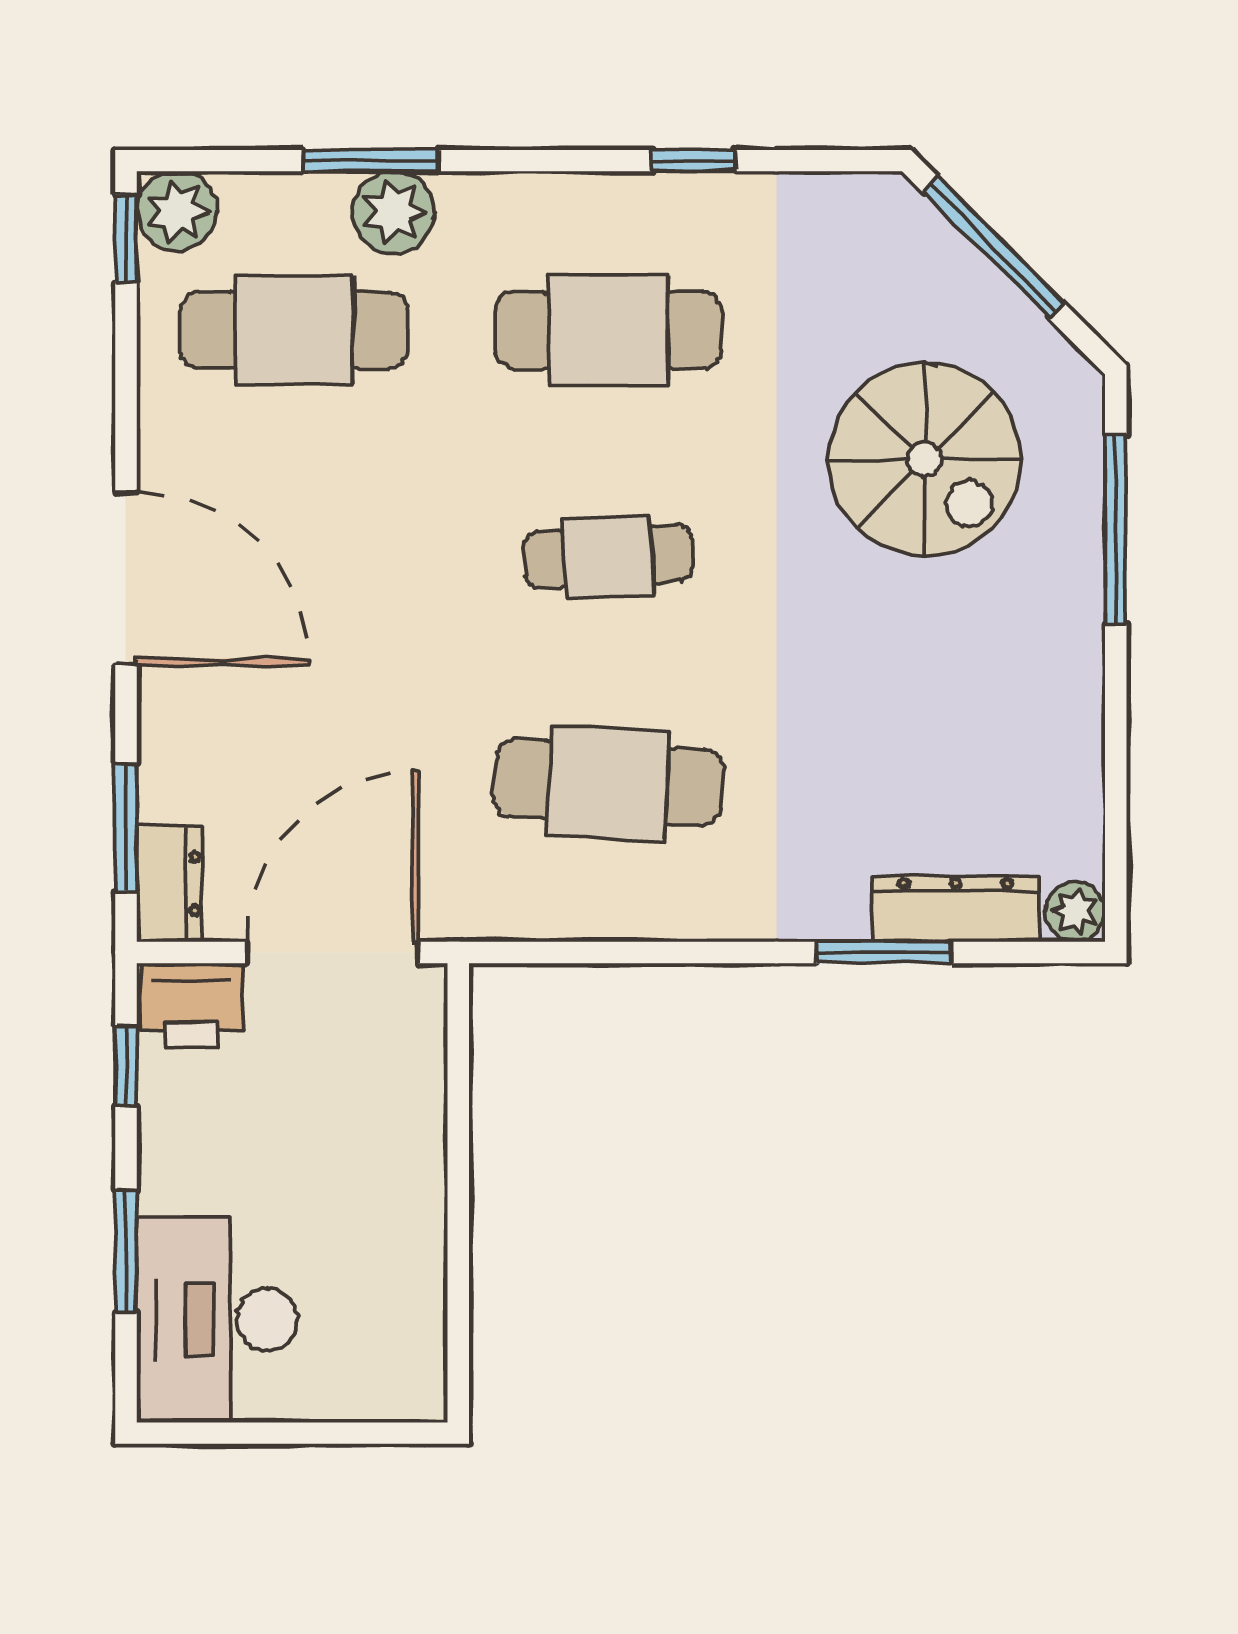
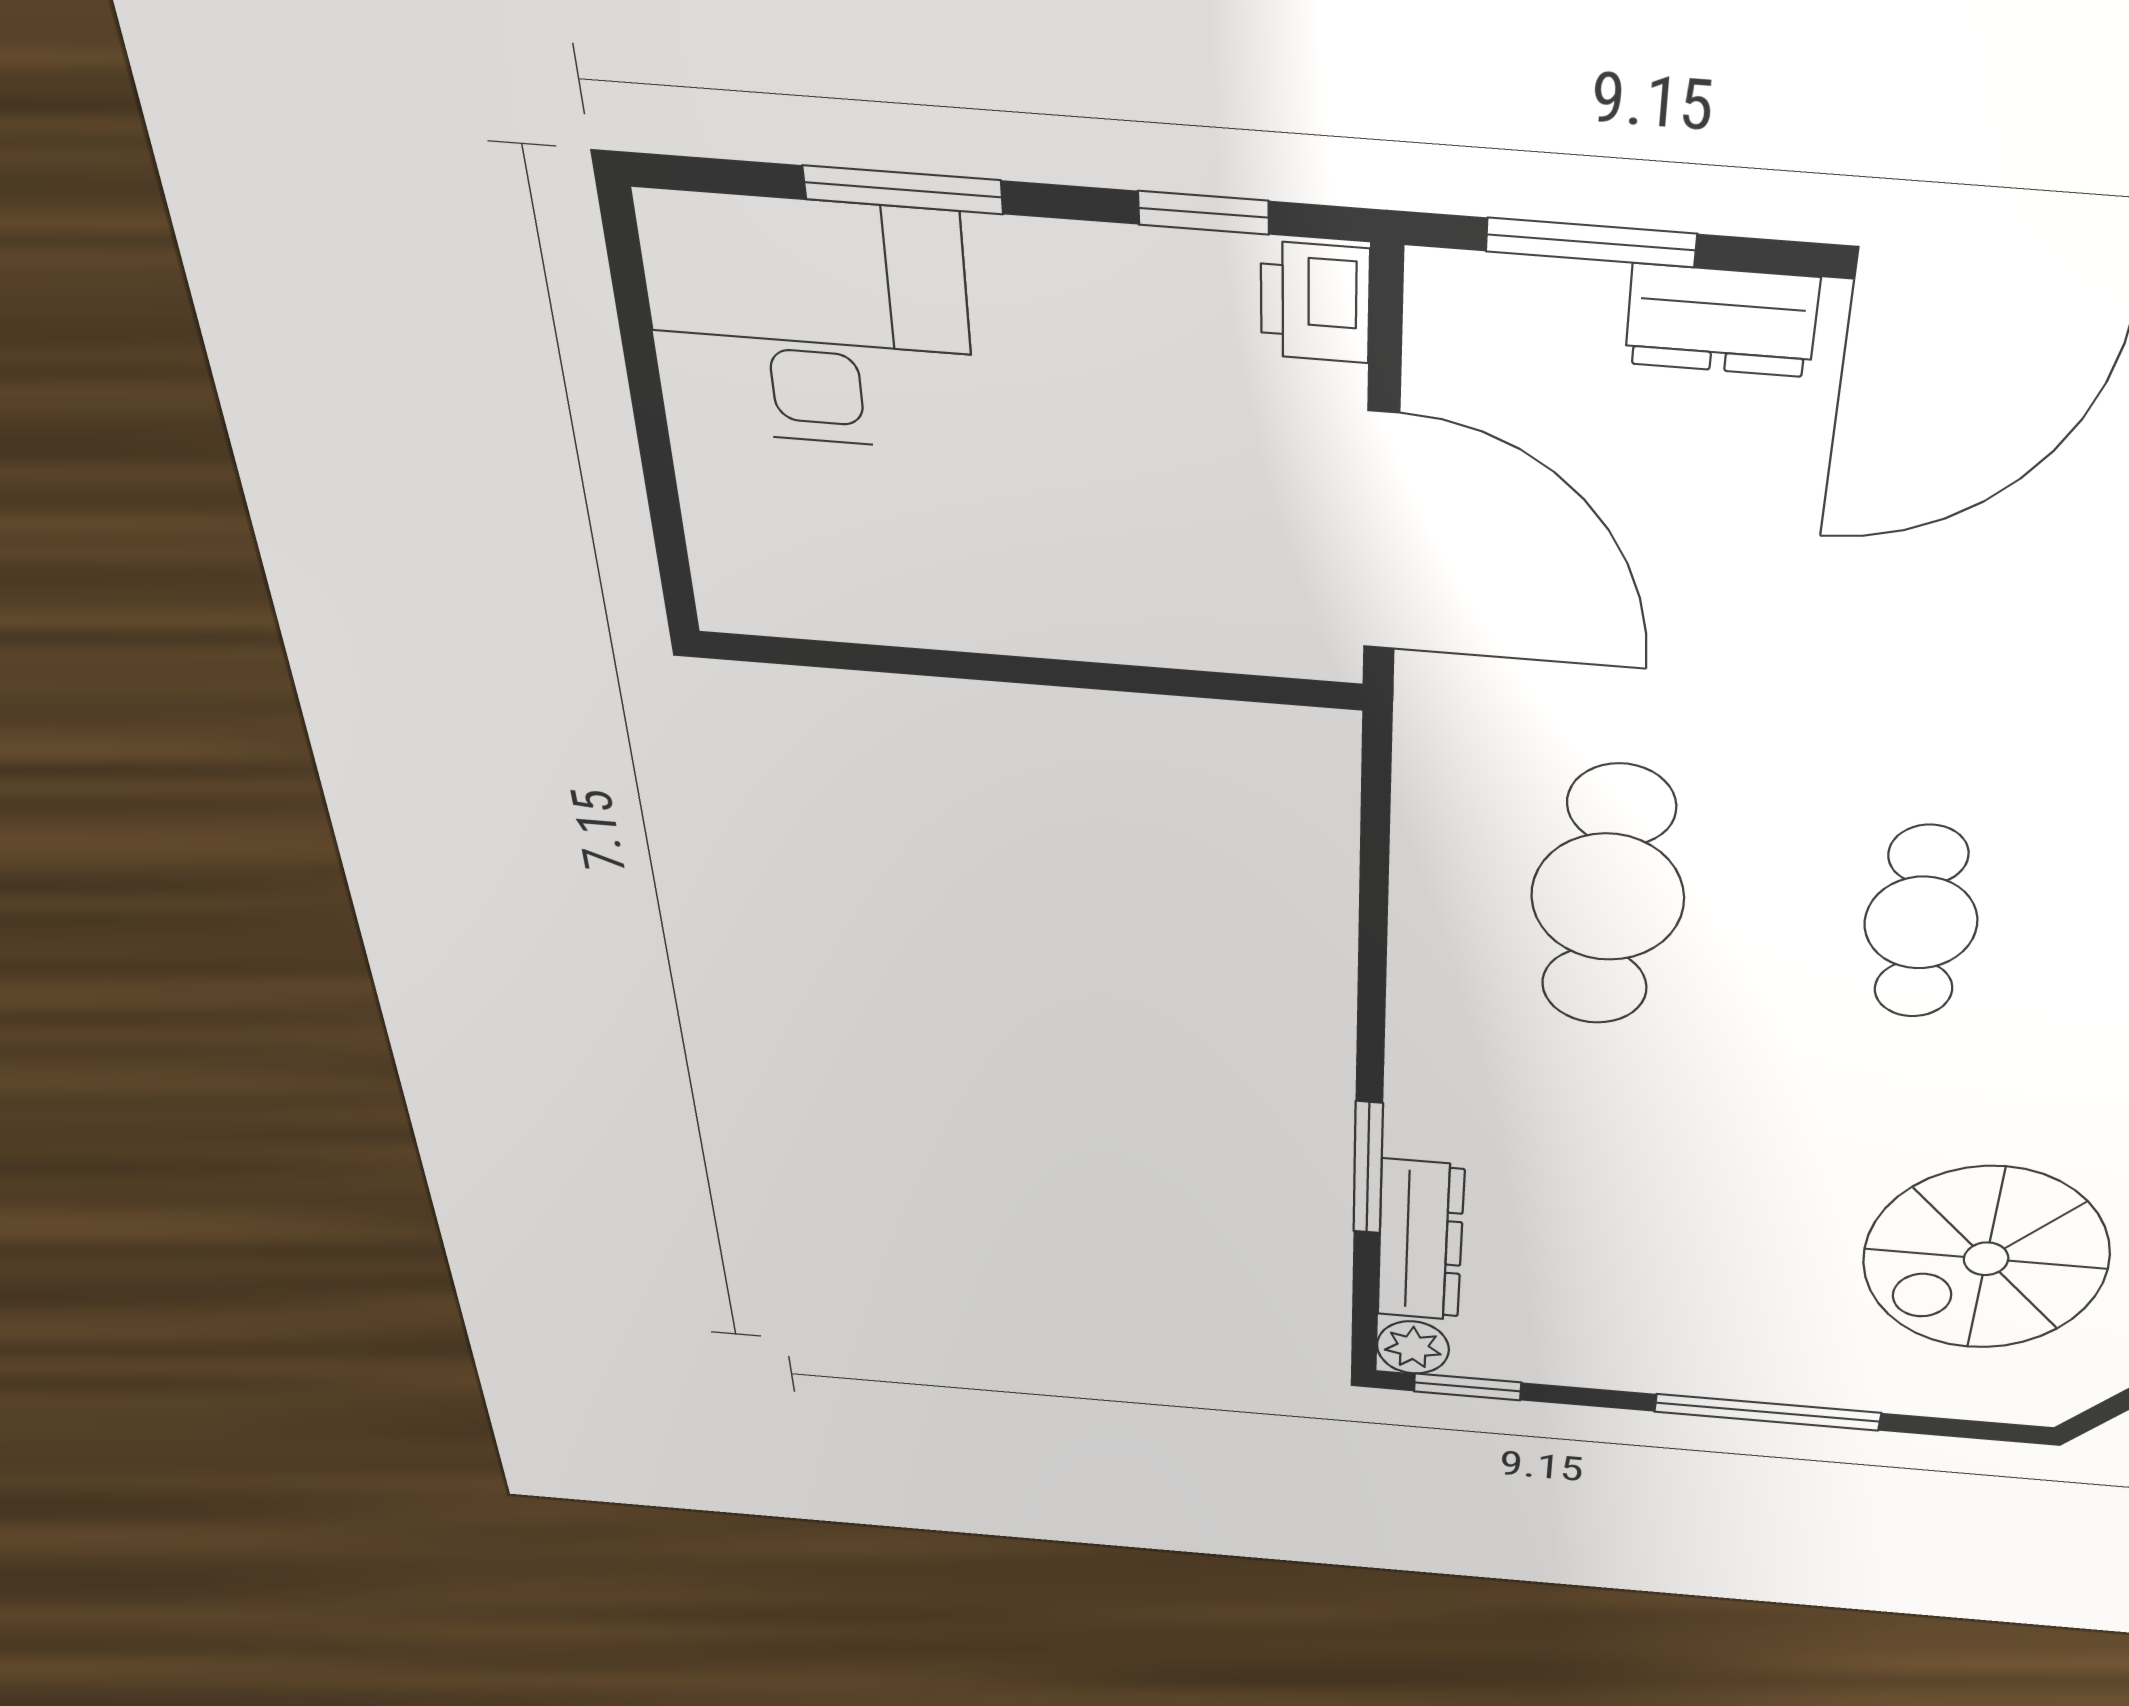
window: (1116, 529) -> (1768, 1412), moved
window: (1116, 865) -> (1468, 1387), added
dresser: (169, 884) -> (1722, 321), moved
printer: (191, 1005) -> (1315, 302), width x0.73, depth x0.81

